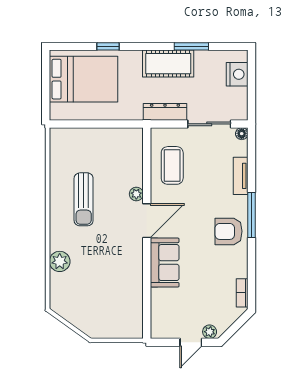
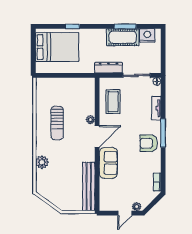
cot: (168, 64) -> (123, 37), moved
nightstand: (237, 74) -> (147, 35), moved, turned -90
bench: (134, 300) -> (89, 187), added

